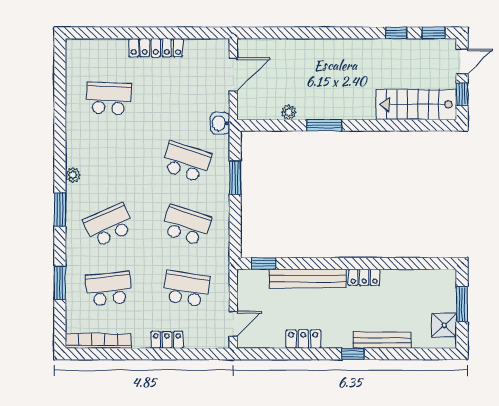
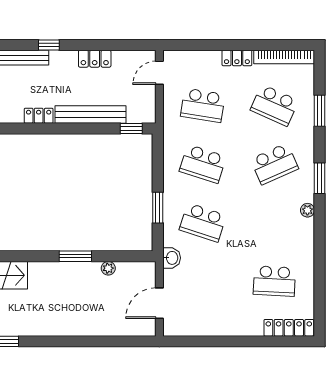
locker: (156, 48) -> (289, 328), moved
school desk: (109, 289) -> (274, 105), turned 30
locker: (167, 340) -> (237, 58), moved

